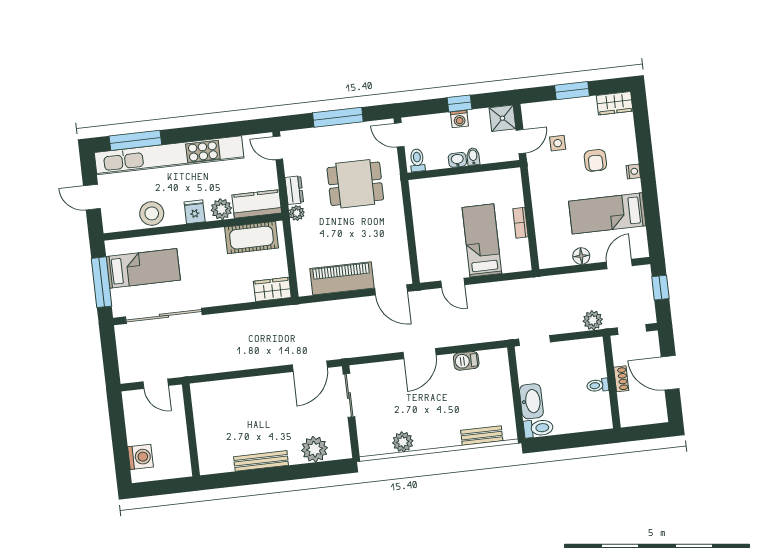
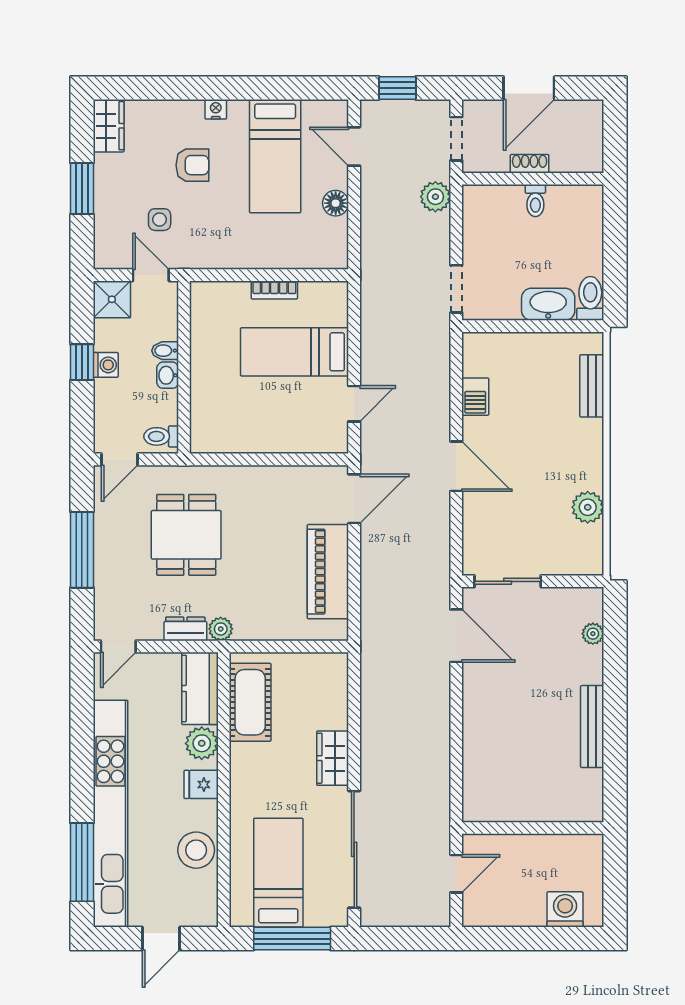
wardrobe: (272, 289) -> (333, 758), moved
plant: (314, 449) -> (593, 634), width x0.53, depth x0.53

